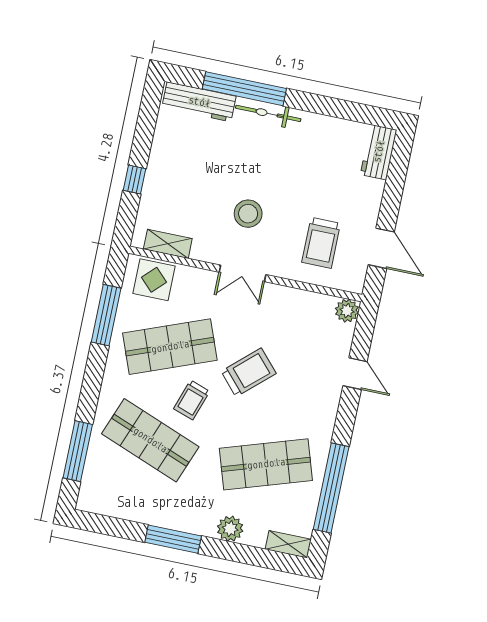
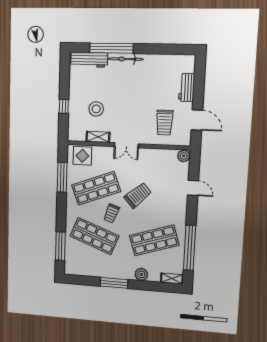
workbench: (379, 152) -> (187, 87), moved
stool: (248, 214) -> (96, 109), moved
shelving: (168, 244) -> (98, 137), moved

